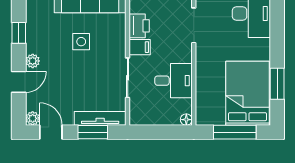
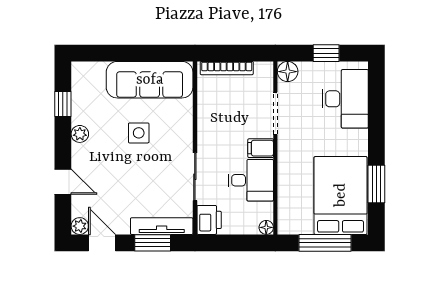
printer: (139, 26) -> (209, 220), moved
window: (19, 33) -> (63, 104), moved
filing cabinet: (140, 47) -> (261, 148), moved, turned 180
plant: (33, 61) -> (80, 134), moved
door: (19, 82) -> (63, 182), hinge flipped

